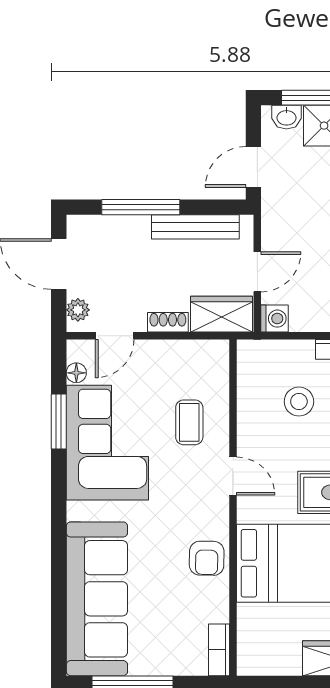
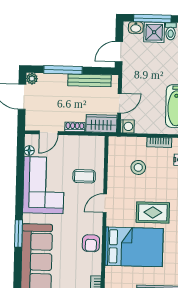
plant: (78, 310) -> (32, 79), moved
window: (59, 421) -> (18, 234), moved
coffee table: (189, 422) -> (84, 176), turned 90
door: (233, 476) -> (105, 203), swing flipped

